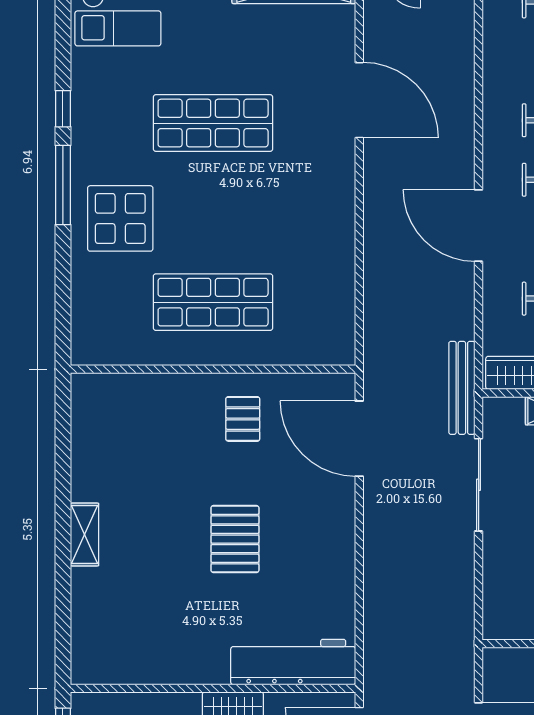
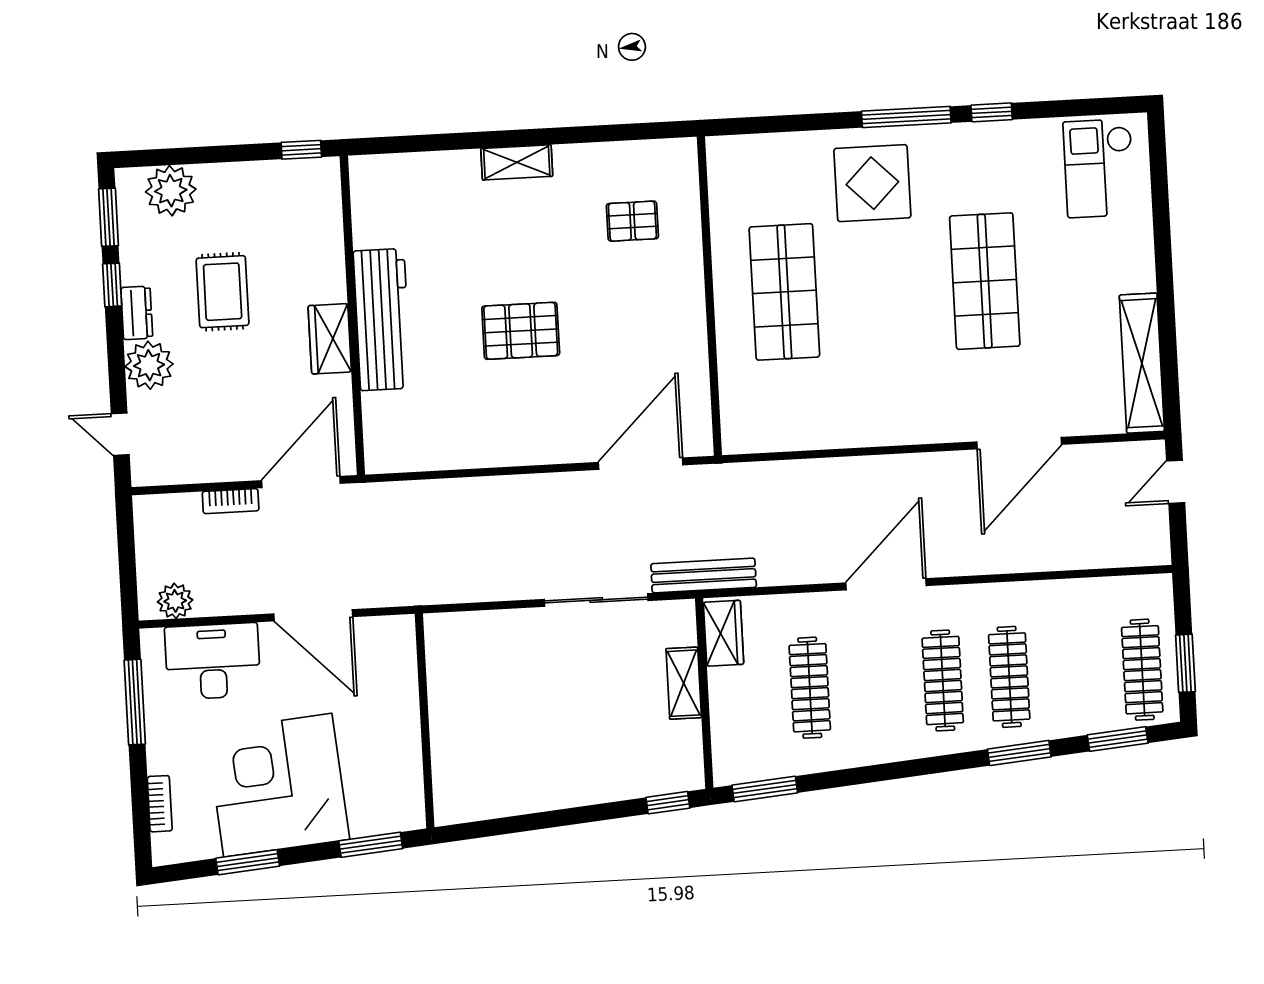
pallet: (243, 419) -> (632, 221), moved
workbench: (293, 662) -> (382, 320), moved

